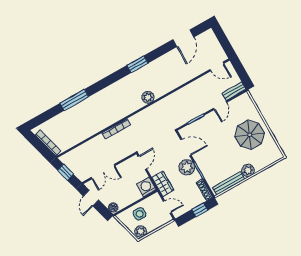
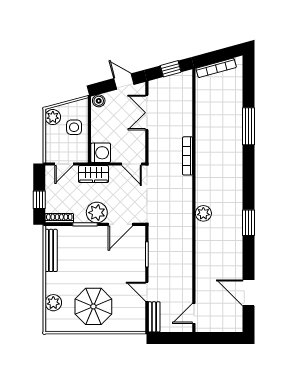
plant: (248, 170) -> (53, 303), moved

